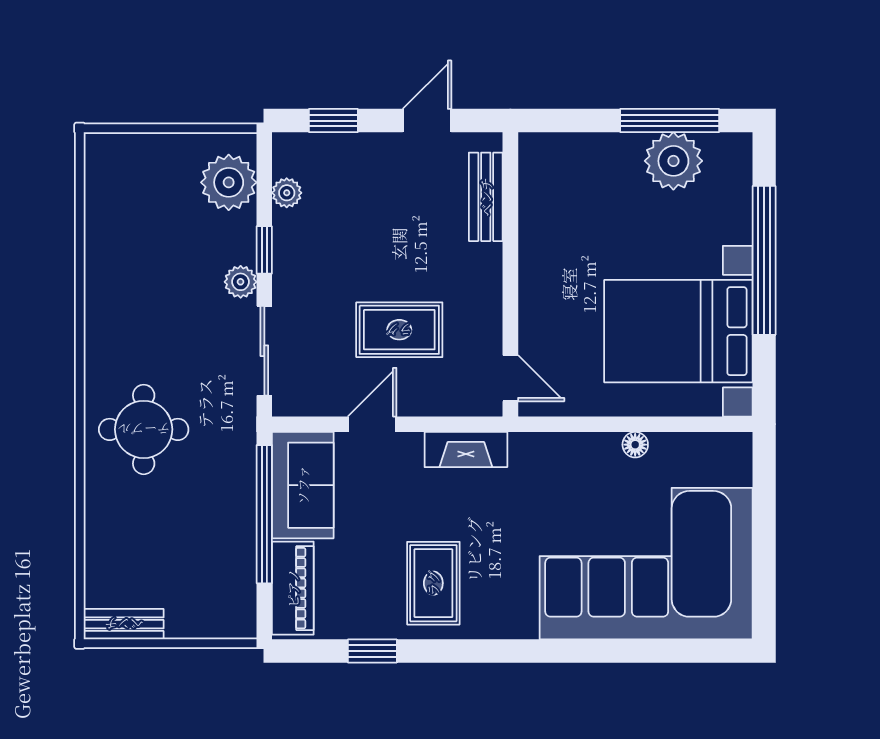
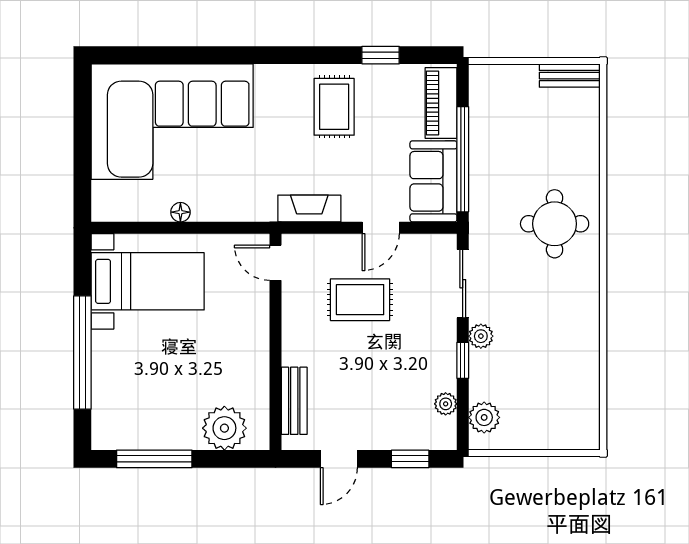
plant: (673, 161) -> (224, 428), moved
plant: (229, 182) -> (484, 417), width x0.73, depth x0.73
bed with nightstands: (678, 331) -> (148, 281), width x0.73

